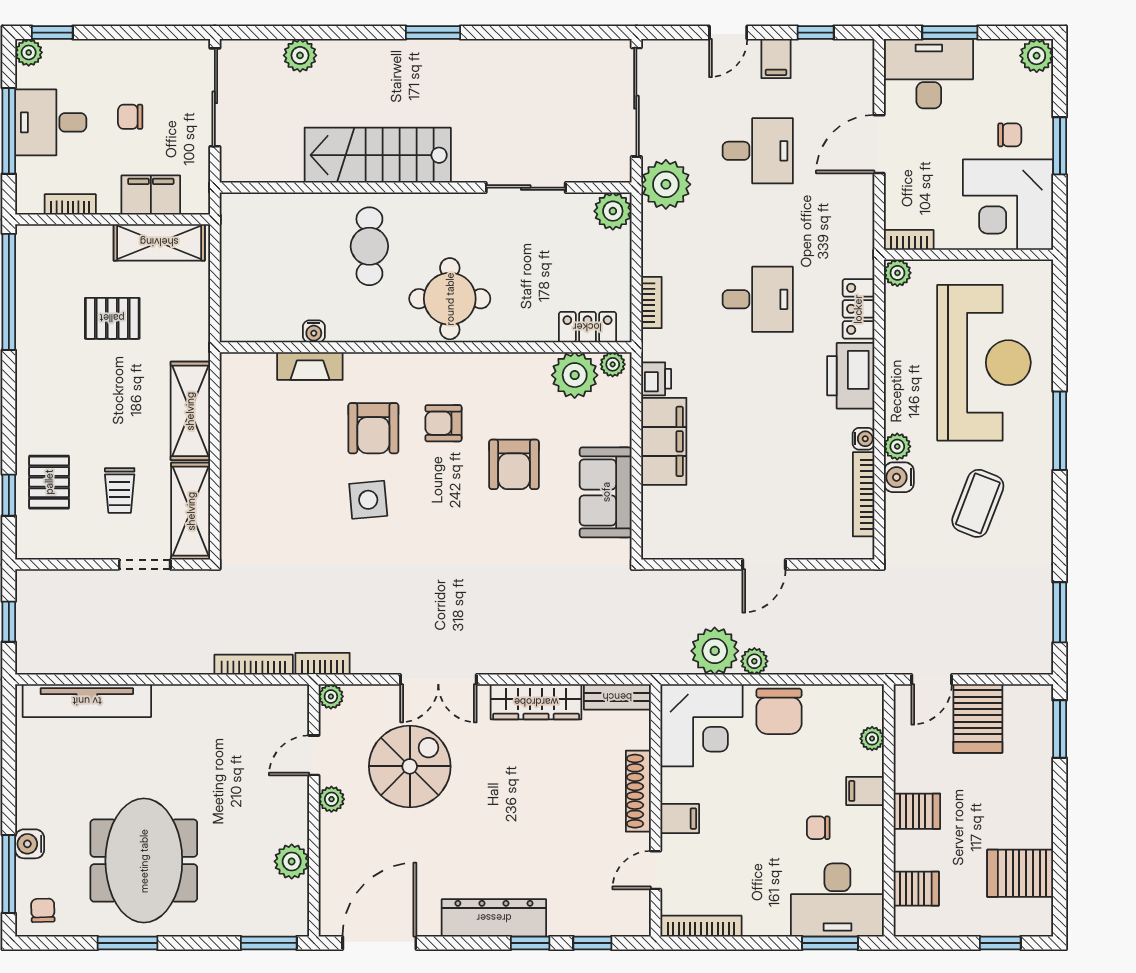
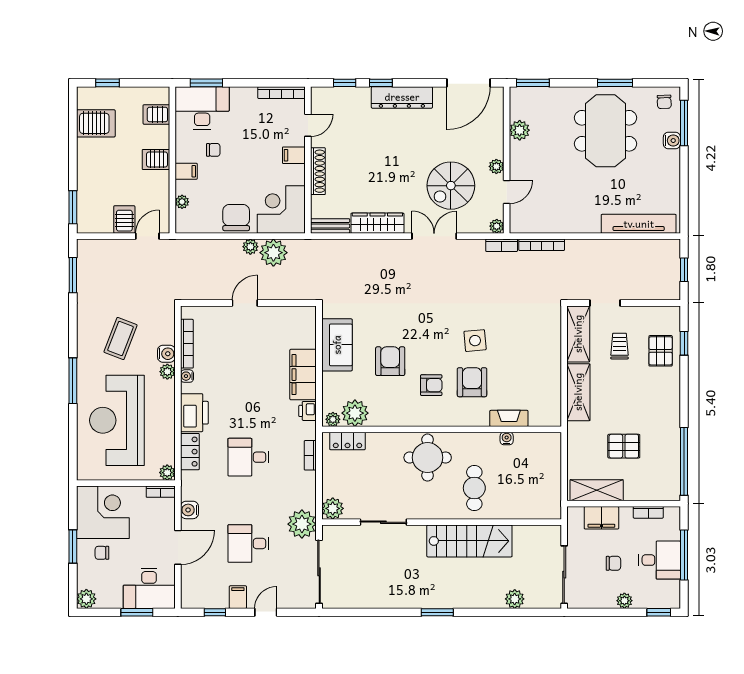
plant: (29, 52) -> (624, 601), moved
water cooler: (859, 209) -> (189, 510), added
server rack: (978, 718) -> (124, 219), width x0.73, depth x0.70

